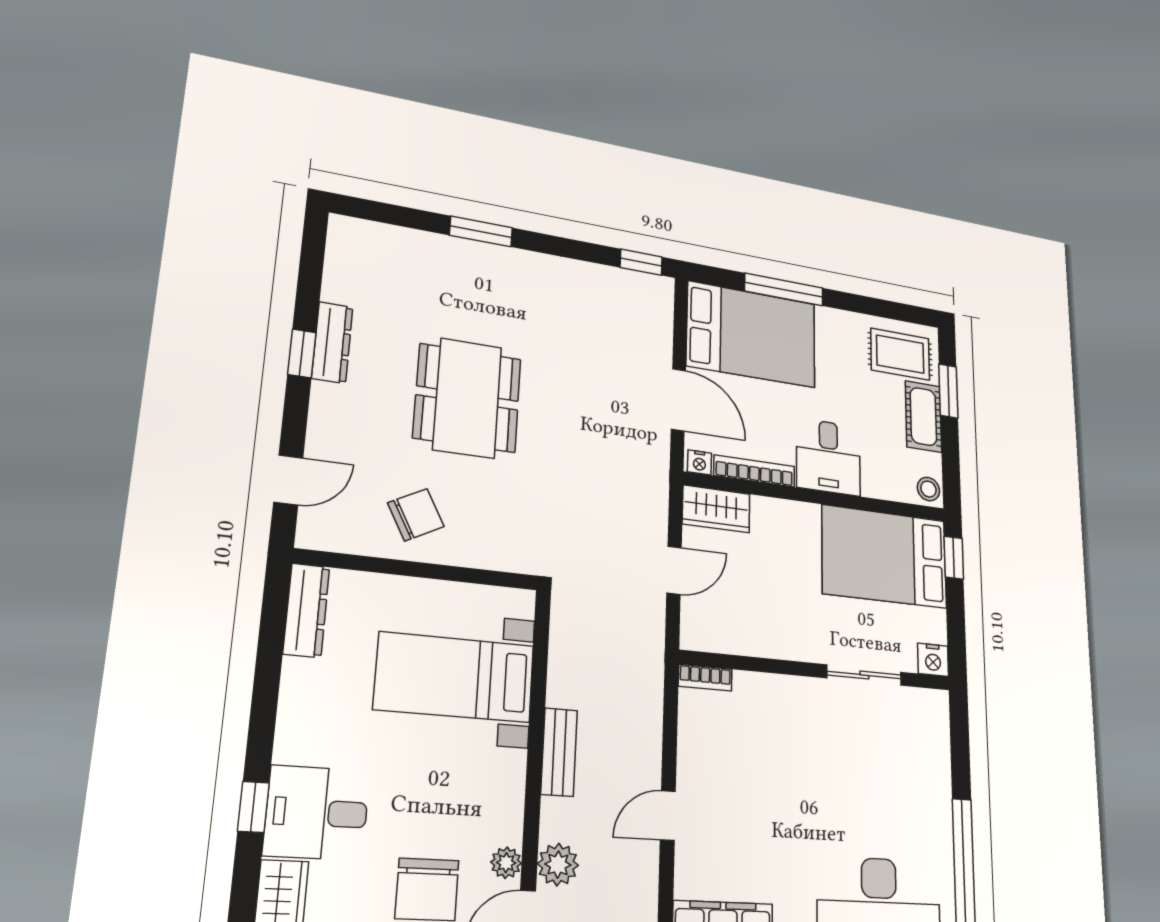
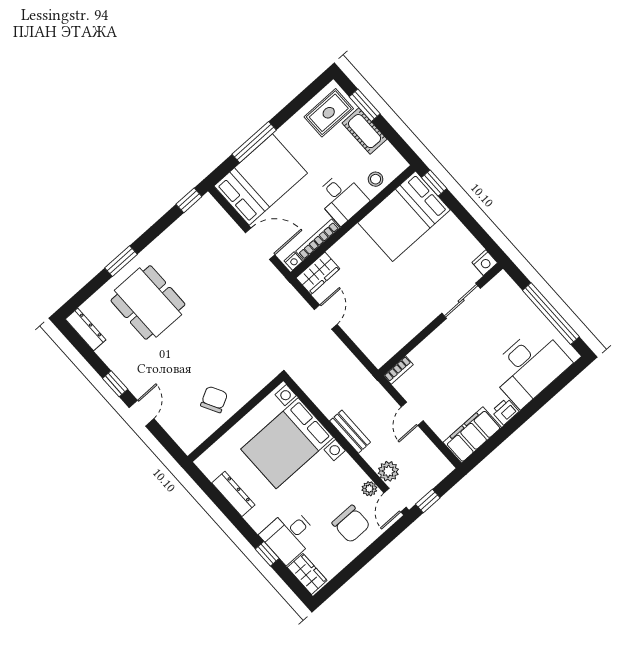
dresser: (332, 343) -> (86, 329), moved
dining table: (467, 398) -> (148, 302), moved
door: (288, 480) -> (141, 413), moved
stool: (928, 489) -> (376, 179), moved
dresser: (306, 610) -> (233, 494), moved
nightstand: (933, 660) -> (485, 263), moved
wall: (818, 671) -> (440, 319), moved
sliding door: (864, 675) -> (461, 301), moved
bed with nightstands: (455, 677) -> (287, 443), width x1.36
bookcase: (705, 678) -> (398, 370), moved

